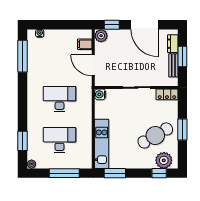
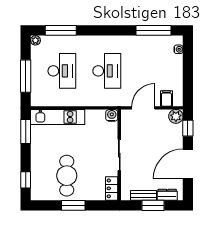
cafe table: (155, 135) -> (67, 176), turned 30
window: (23, 141) -> (61, 30), width x1.44
plant: (164, 160) -> (40, 185), removed

